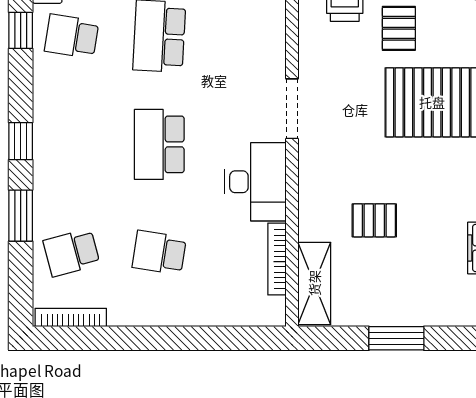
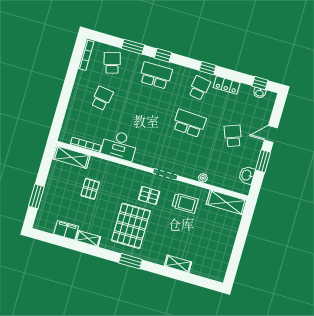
pallet: (399, 28) -> (149, 195), moved
doorway: (292, 109) -> (165, 174), moved
school desk: (159, 144) -> (156, 75), moved
window: (396, 338) -> (36, 196), moved

